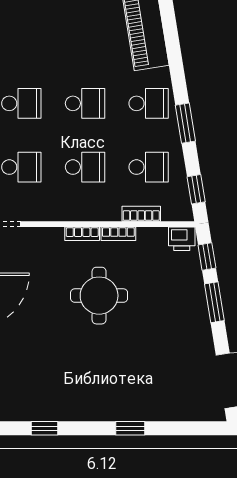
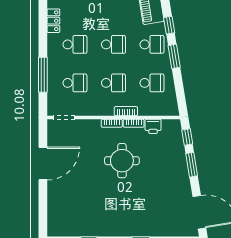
window: (196, 189) -> (169, 25), moved
bookcase: (141, 214) -> (126, 111), moved
printer: (182, 239) -> (153, 126), moved

